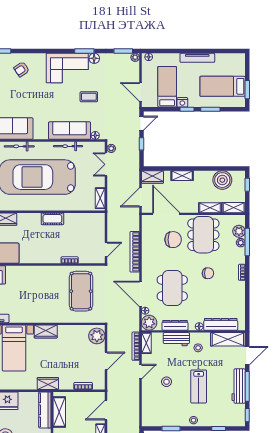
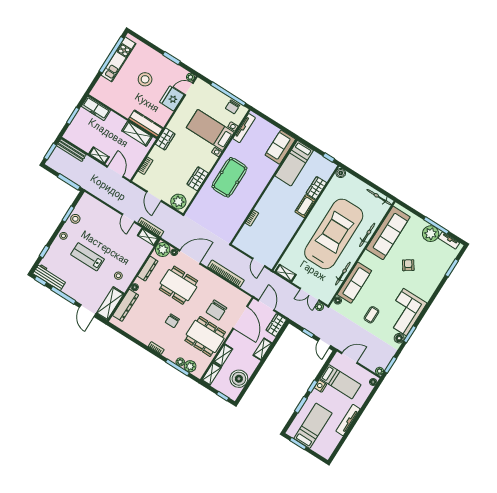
armchair: (22, 69) -> (408, 265), moved
double door: (106, 164) -> (309, 295), swing flipped
door: (166, 214) -> (240, 317), hinge flipped
cot: (52, 219) -> (305, 206), moved
door: (106, 250) -> (259, 262), moved
pool table: (81, 291) -> (229, 177), moved, turned 90
wardrobe: (46, 332) -> (198, 179), moved
workbench: (176, 339) -> (136, 263), removed
stool: (167, 382) -> (75, 219), moved
workbench: (239, 386) -> (50, 277), moved

